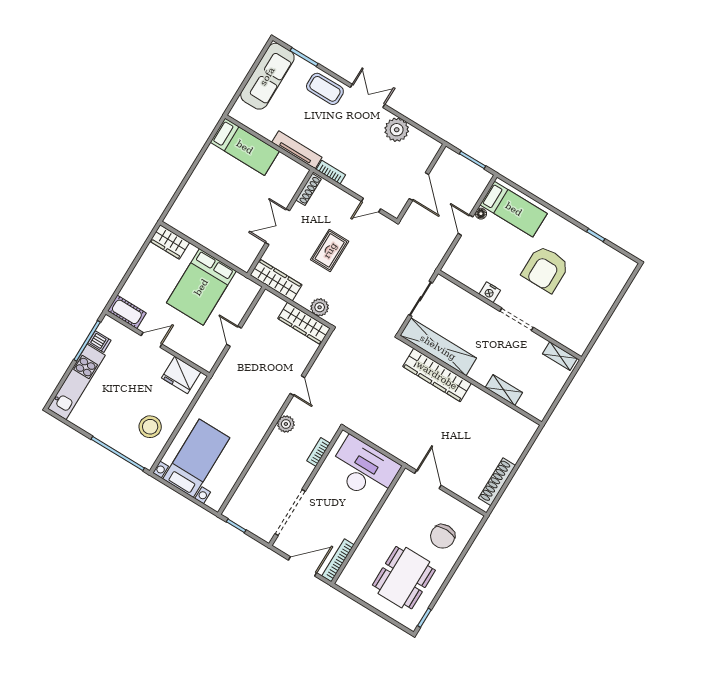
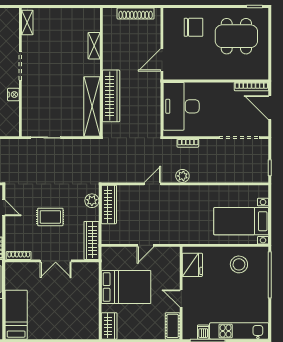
shelving: (438, 347) -> (92, 106), moved
wardrobe: (437, 375) -> (111, 96), moved
wall: (470, 380) -> (101, 72), moved
shelving: (504, 390) -> (94, 46), moved

